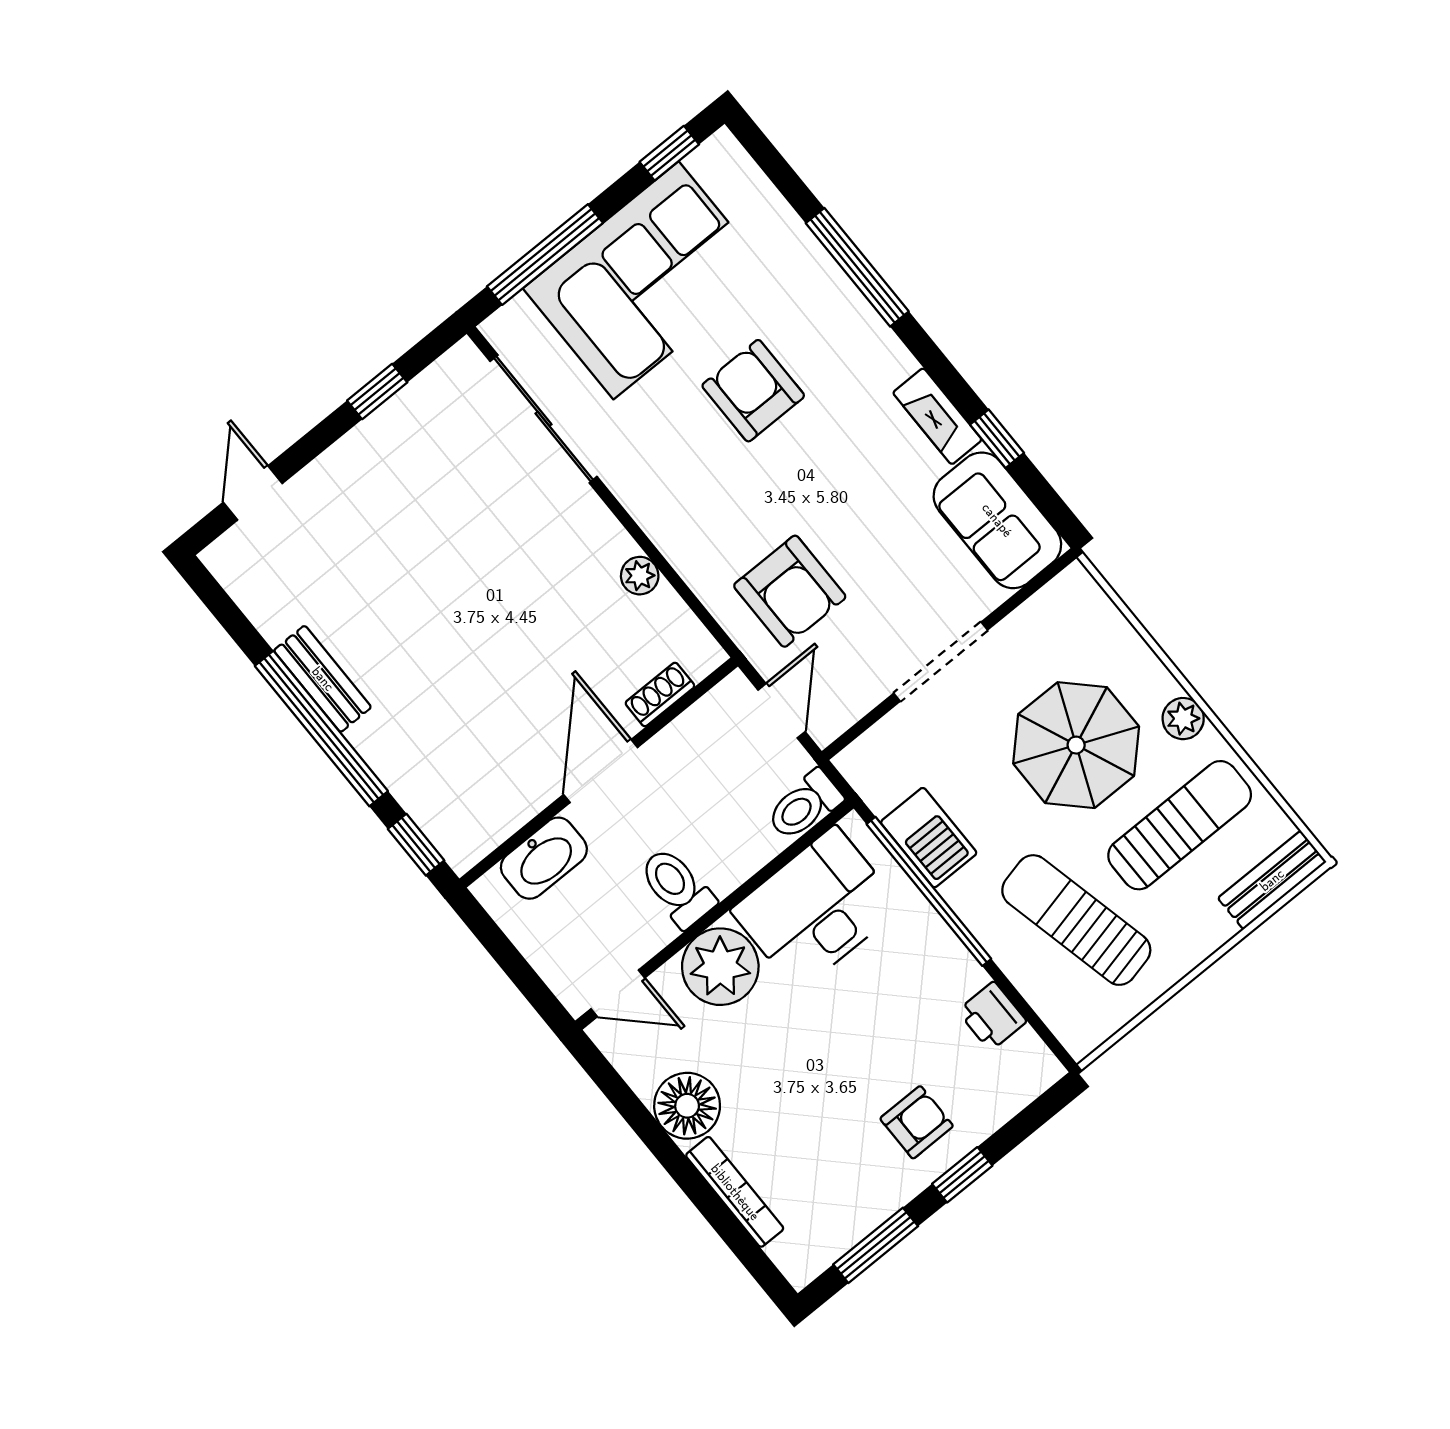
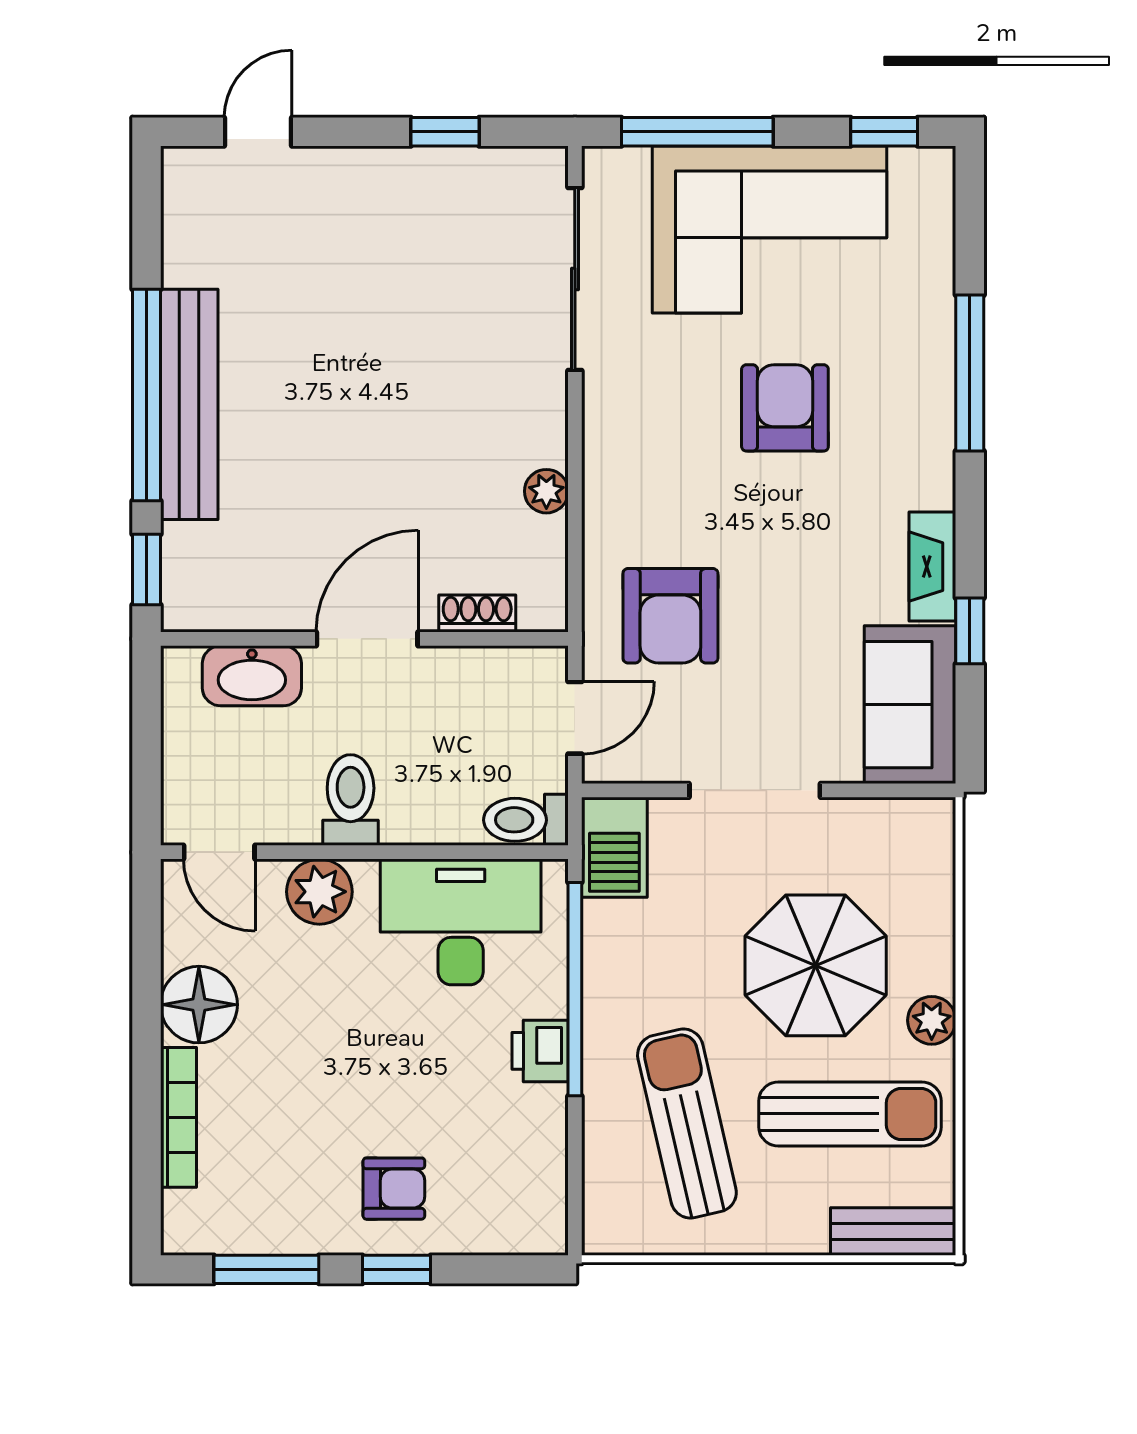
bench: (323, 679) -> (189, 404), width x1.86, depth x1.21
barbecue: (929, 838) -> (614, 847), moved
plant: (720, 967) -> (319, 892), width x0.73, depth x0.73
printer: (992, 1016) -> (540, 1051), moved

